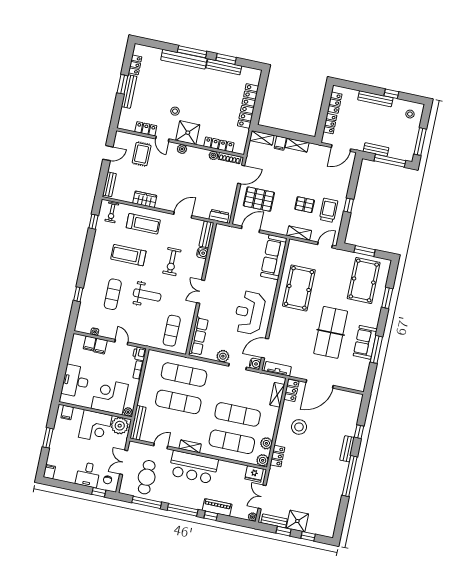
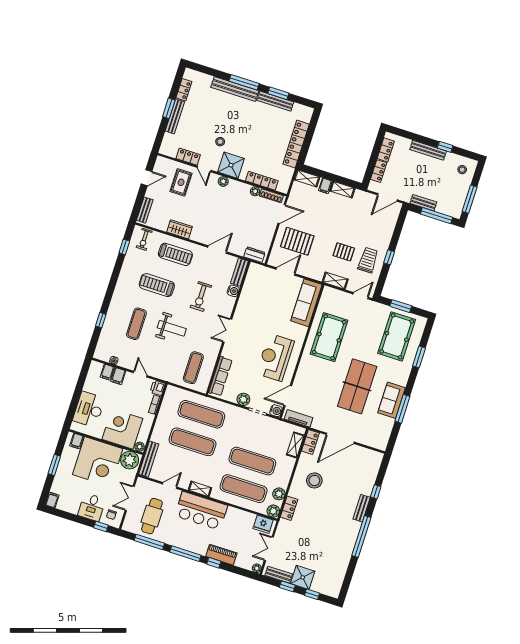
corner desk: (95, 426) -> (98, 462), width x1.36, depth x1.36

